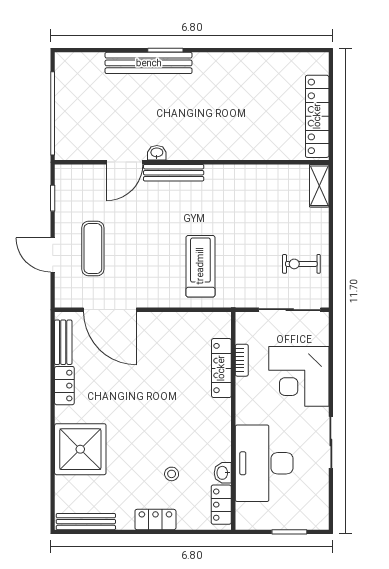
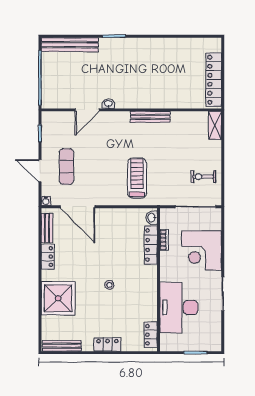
bench: (149, 63) -> (70, 45), moved
bench: (174, 173) -> (150, 117), moved
water cooler: (62, 301) -> (46, 201), added
washbasin: (223, 473) -> (152, 218), moved
stool: (172, 474) -> (109, 285), moved

